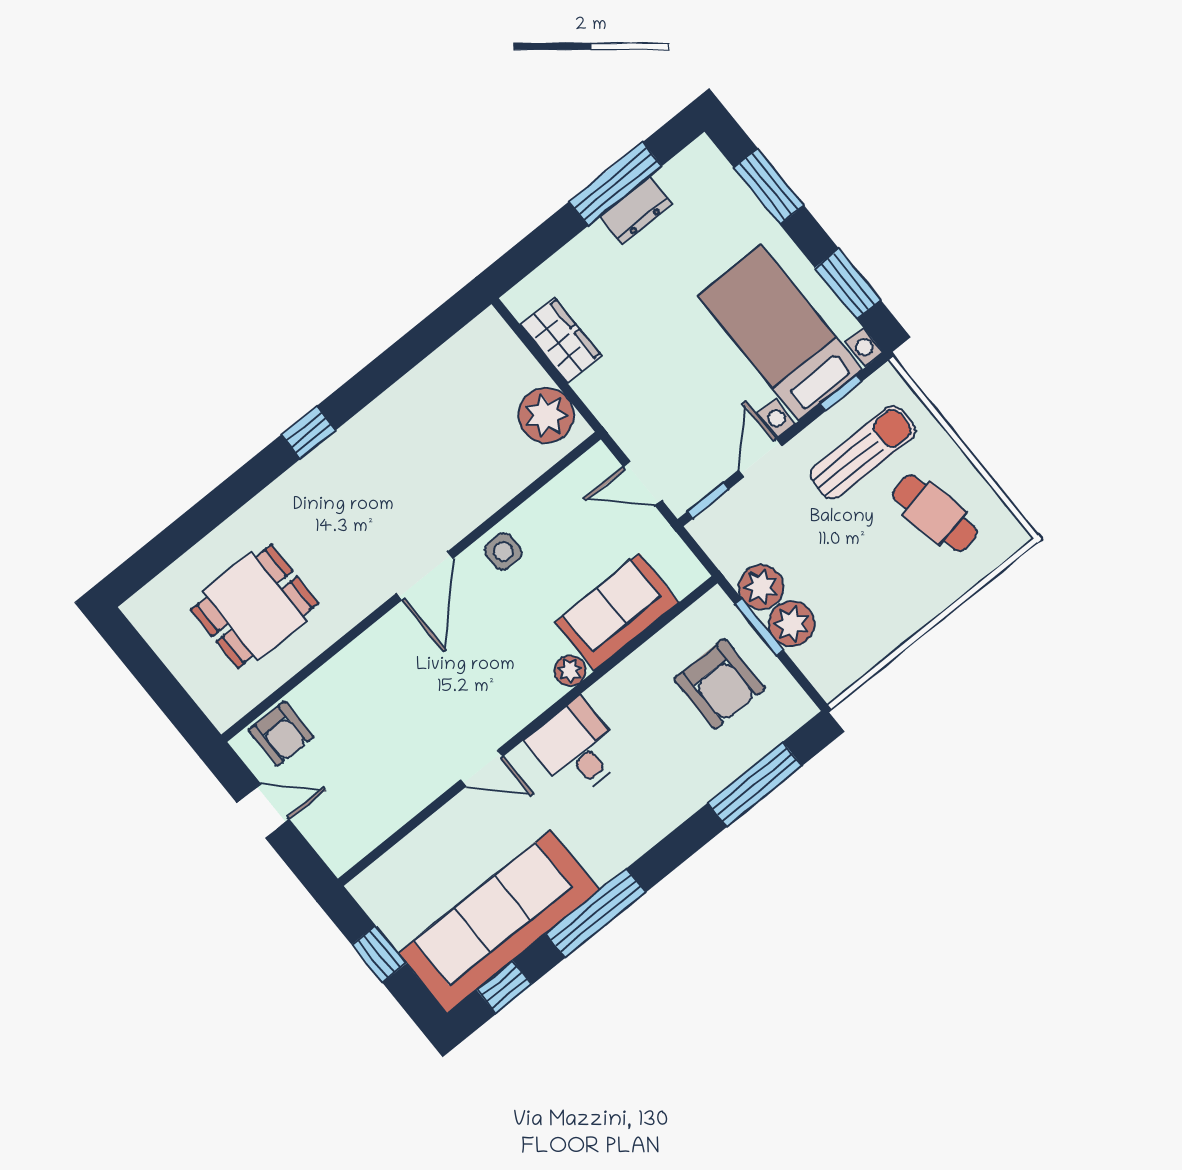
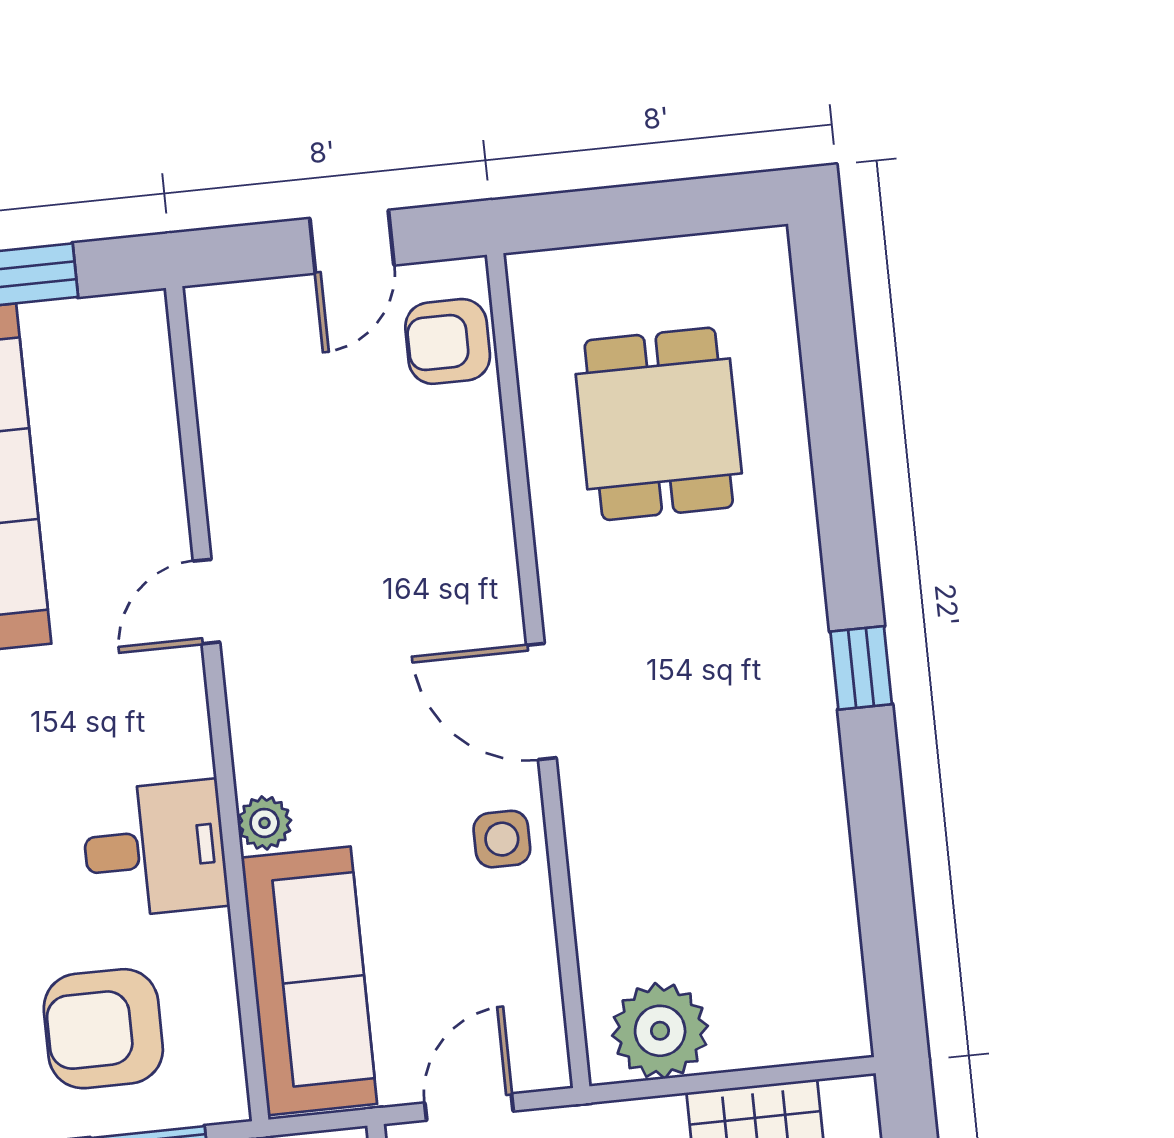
sofa: (617, 612) -> (309, 981), width x1.36
desk: (576, 748) -> (155, 849), moved

